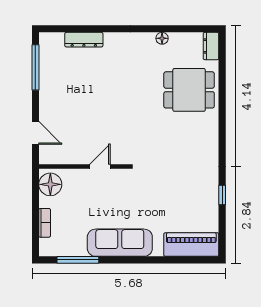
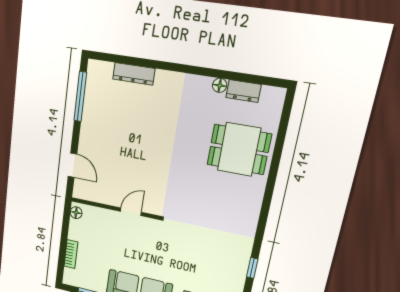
dresser: (211, 46) -> (243, 91), moved, turned -90
floor lamp: (50, 184) -> (76, 213), width x0.53, depth x0.53

